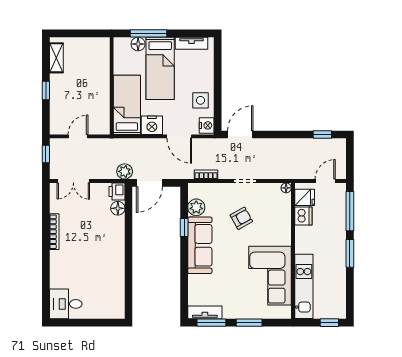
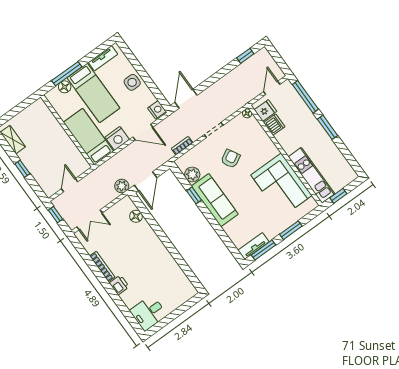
side table: (200, 100) -> (132, 82), moved
printer: (117, 191) -> (119, 285), moved, turned 180
window: (329, 323) -> (338, 196), moved

